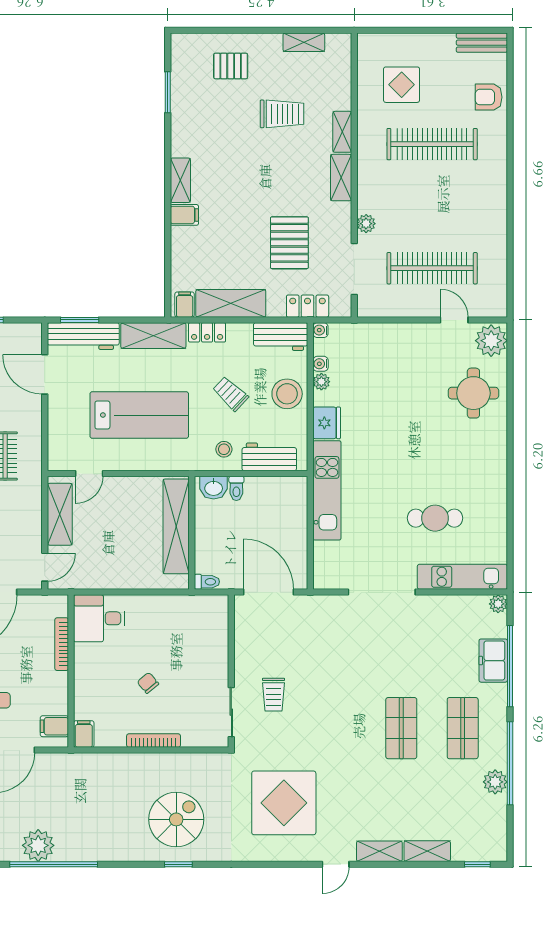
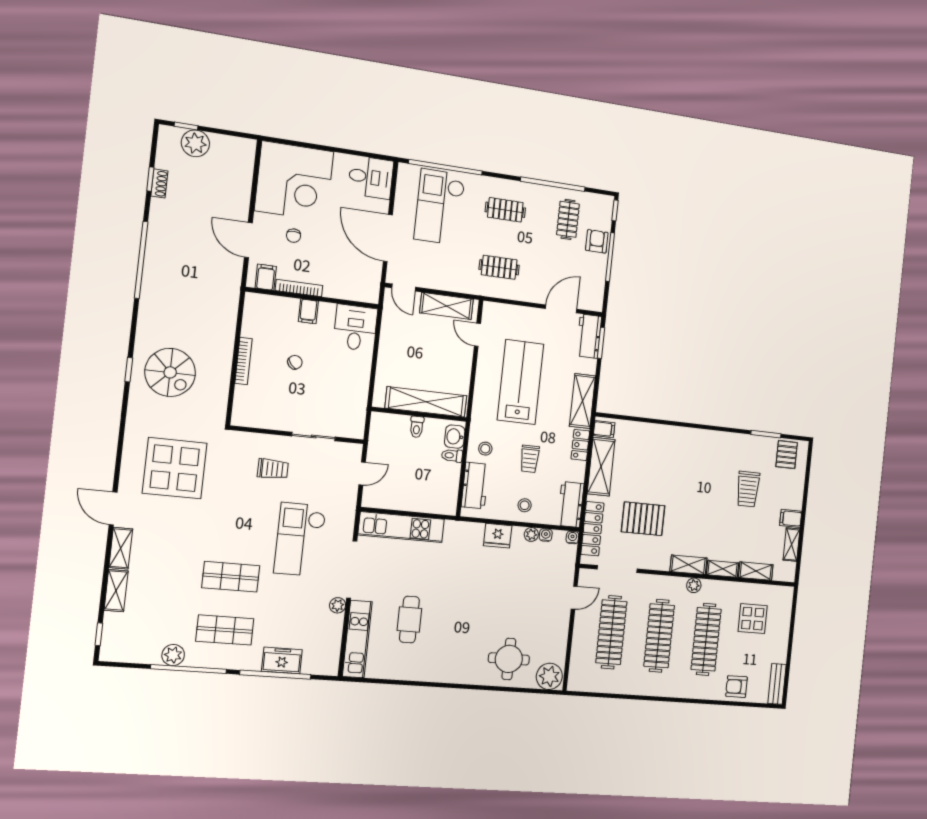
pallet: (231, 66) -> (787, 455), moved
armchair: (489, 97) -> (737, 687), turned -90
trolley: (282, 114) -> (748, 489), moved
shelving: (180, 180) -> (756, 571), moved
clothes rail: (432, 206) -> (659, 636), added
filing cabinet: (184, 215) -> (791, 518), moved, turned 90
plant: (366, 224) -> (694, 585), moved
locker: (308, 306) -> (592, 529), width x1.53
door: (454, 320) -> (574, 598), moved
workbench: (83, 336) -> (589, 336), width x0.73
trolley: (231, 394) -> (530, 459), turned 137
stool: (287, 394) -> (525, 505), width x0.53, depth x0.53
lab bench: (139, 415) -> (520, 382), turned 180
kitchen unit: (327, 490) -> (401, 527), moved
toilet: (207, 582) -> (417, 427), moved
door: (269, 592) -> (362, 474), width x0.53
plant: (498, 604) -> (338, 605), moved
bookcase: (62, 644) -> (299, 288), moved
checkout: (352, 655) -> (300, 539), added
trolley: (274, 695) -> (273, 469), turned 180
sliding door: (231, 712) -> (314, 436), moved
filing cabinet: (84, 734) -> (308, 311), moved, turned 90
plant: (38, 845) -> (160, 249), removed
door: (336, 864) -> (113, 508), width x1.38

